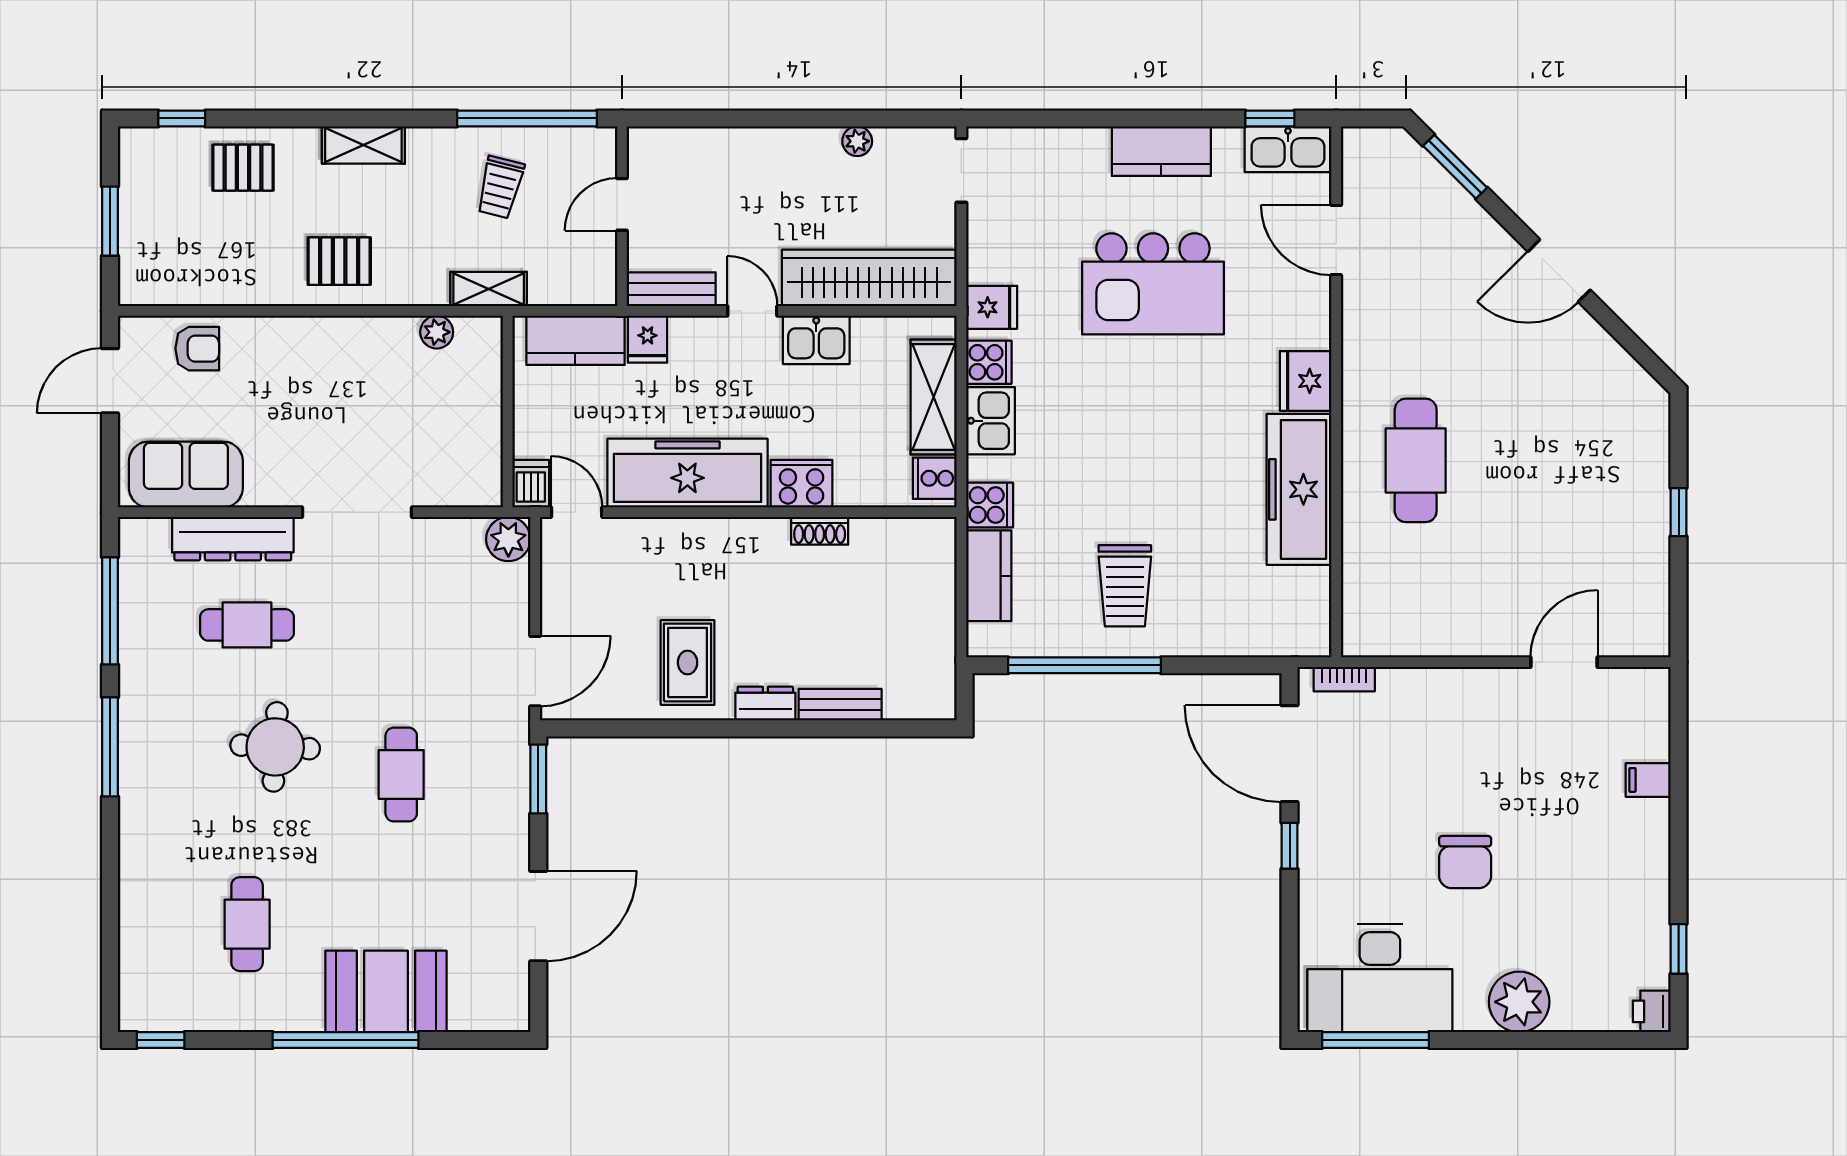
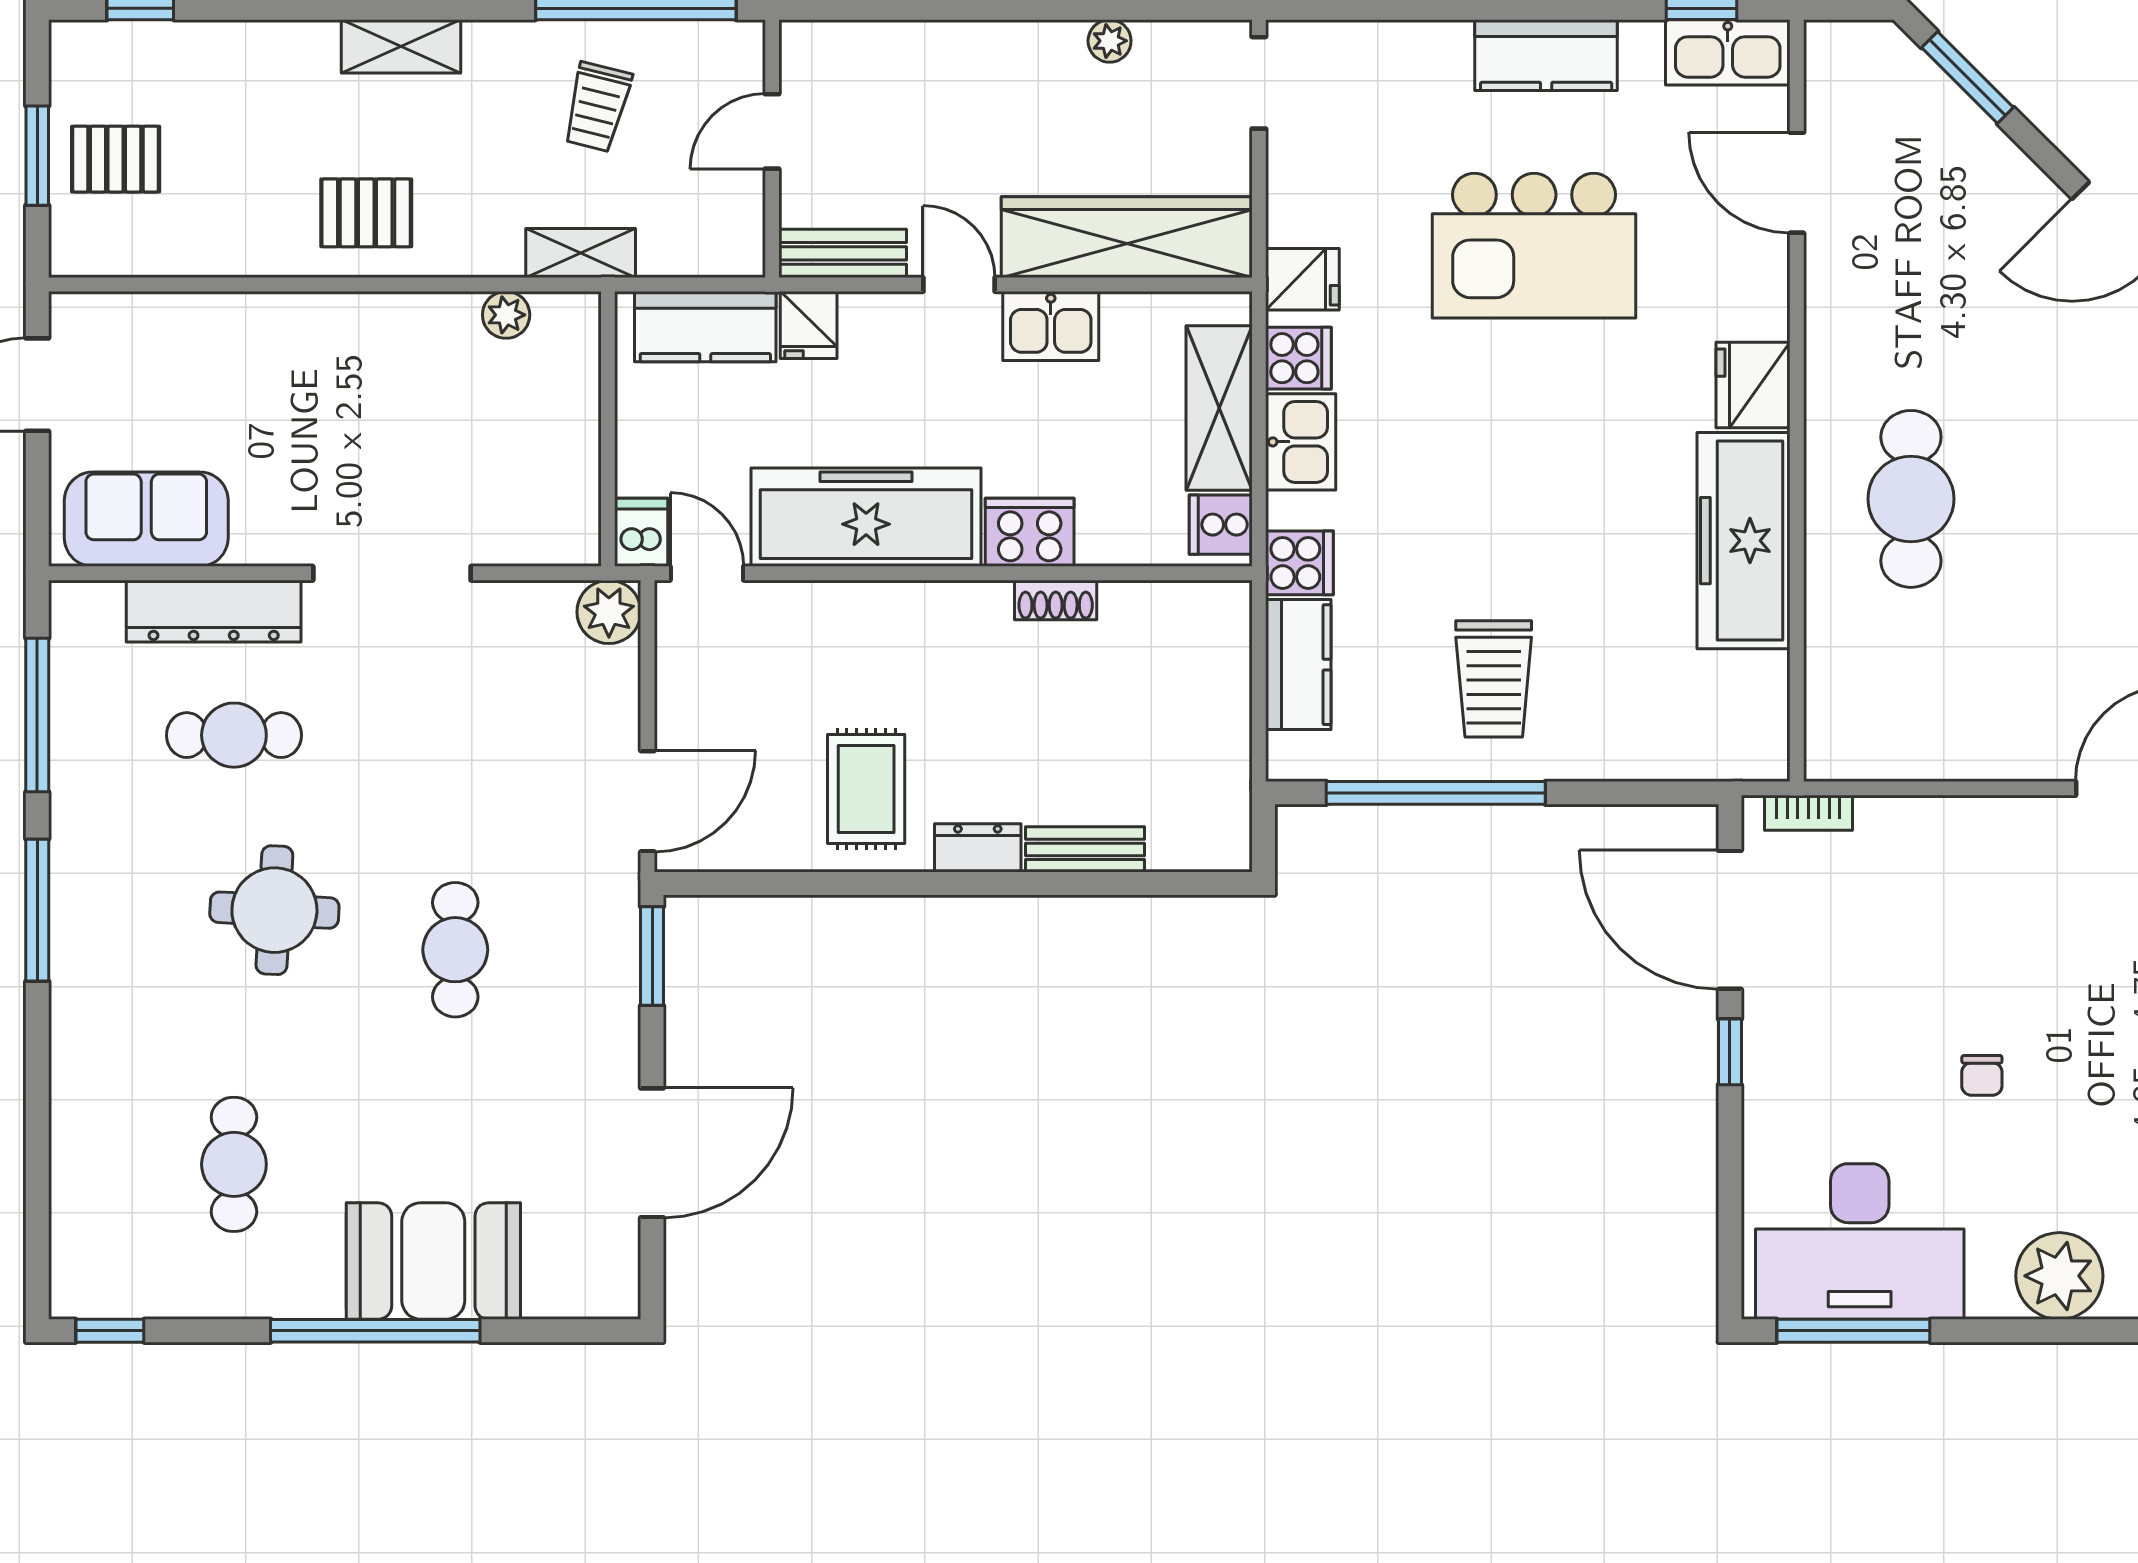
pallet: (243, 168) -> (116, 159), moved
armchair: (197, 349) -> (163, 339), removed
chair: (1465, 862) -> (1982, 1075), width x0.54, depth x0.54

